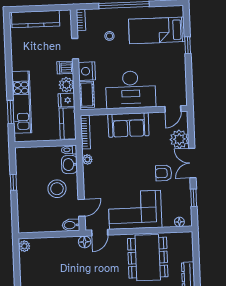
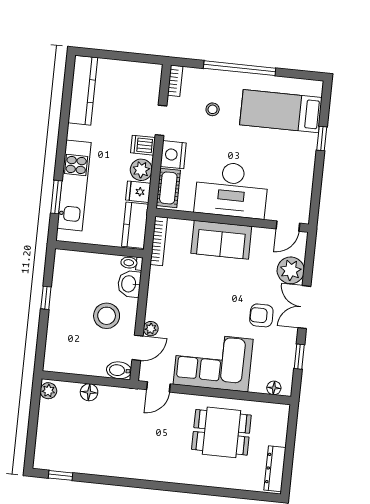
kitchen counter: (36, 19) -> (83, 90), moved, turned -90
plant: (87, 159) -> (151, 329), moved
floor lamp: (85, 242) -> (89, 392), moved
dining table: (148, 258) -> (221, 432), width x0.73

